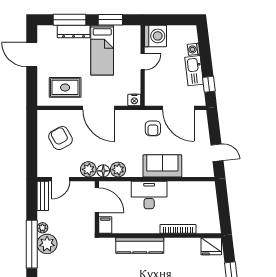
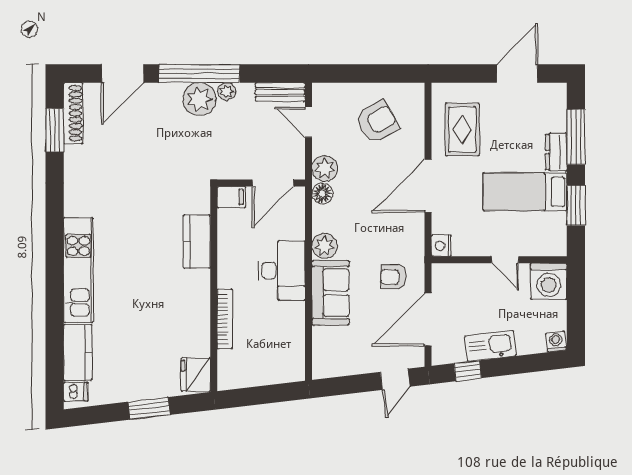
dresser: (74, 31) -> (556, 152), width x0.70
washing machine: (194, 49) -> (556, 342), moved
door: (217, 153) -> (395, 379), moved
plant: (118, 170) -> (324, 246), moved
kitchen counter: (140, 246) -> (197, 241), width x0.67

